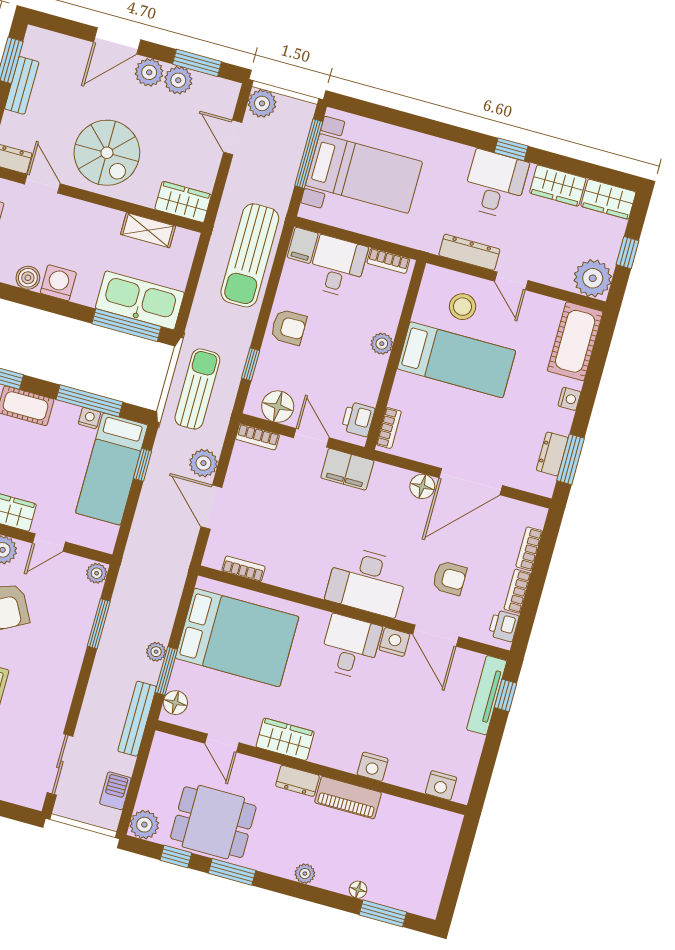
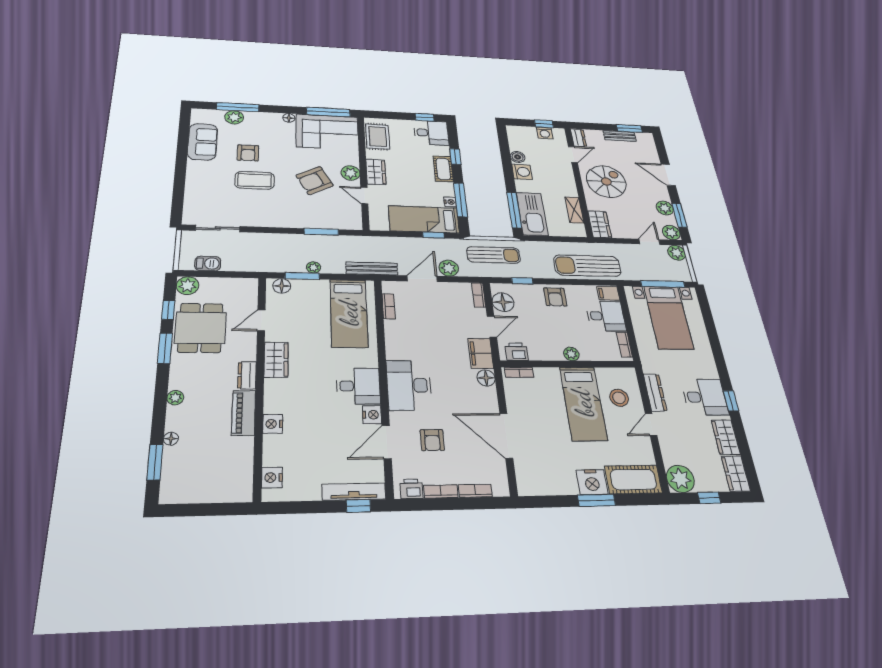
plant: (149, 72) -> (671, 233), moved
spiral stairs: (107, 153) -> (606, 182), turned 180
nightstand: (569, 399) -> (592, 482), width x1.89, depth x1.79
dresser: (552, 454) -> (550, 487), removed
window: (571, 459) -> (596, 500), moved
floor lamp: (422, 486) -> (486, 378), moved
plant: (97, 573) -> (354, 224), removed
bed: (237, 637) -> (349, 313), width x0.67
bench: (137, 719) -> (372, 268), moved

